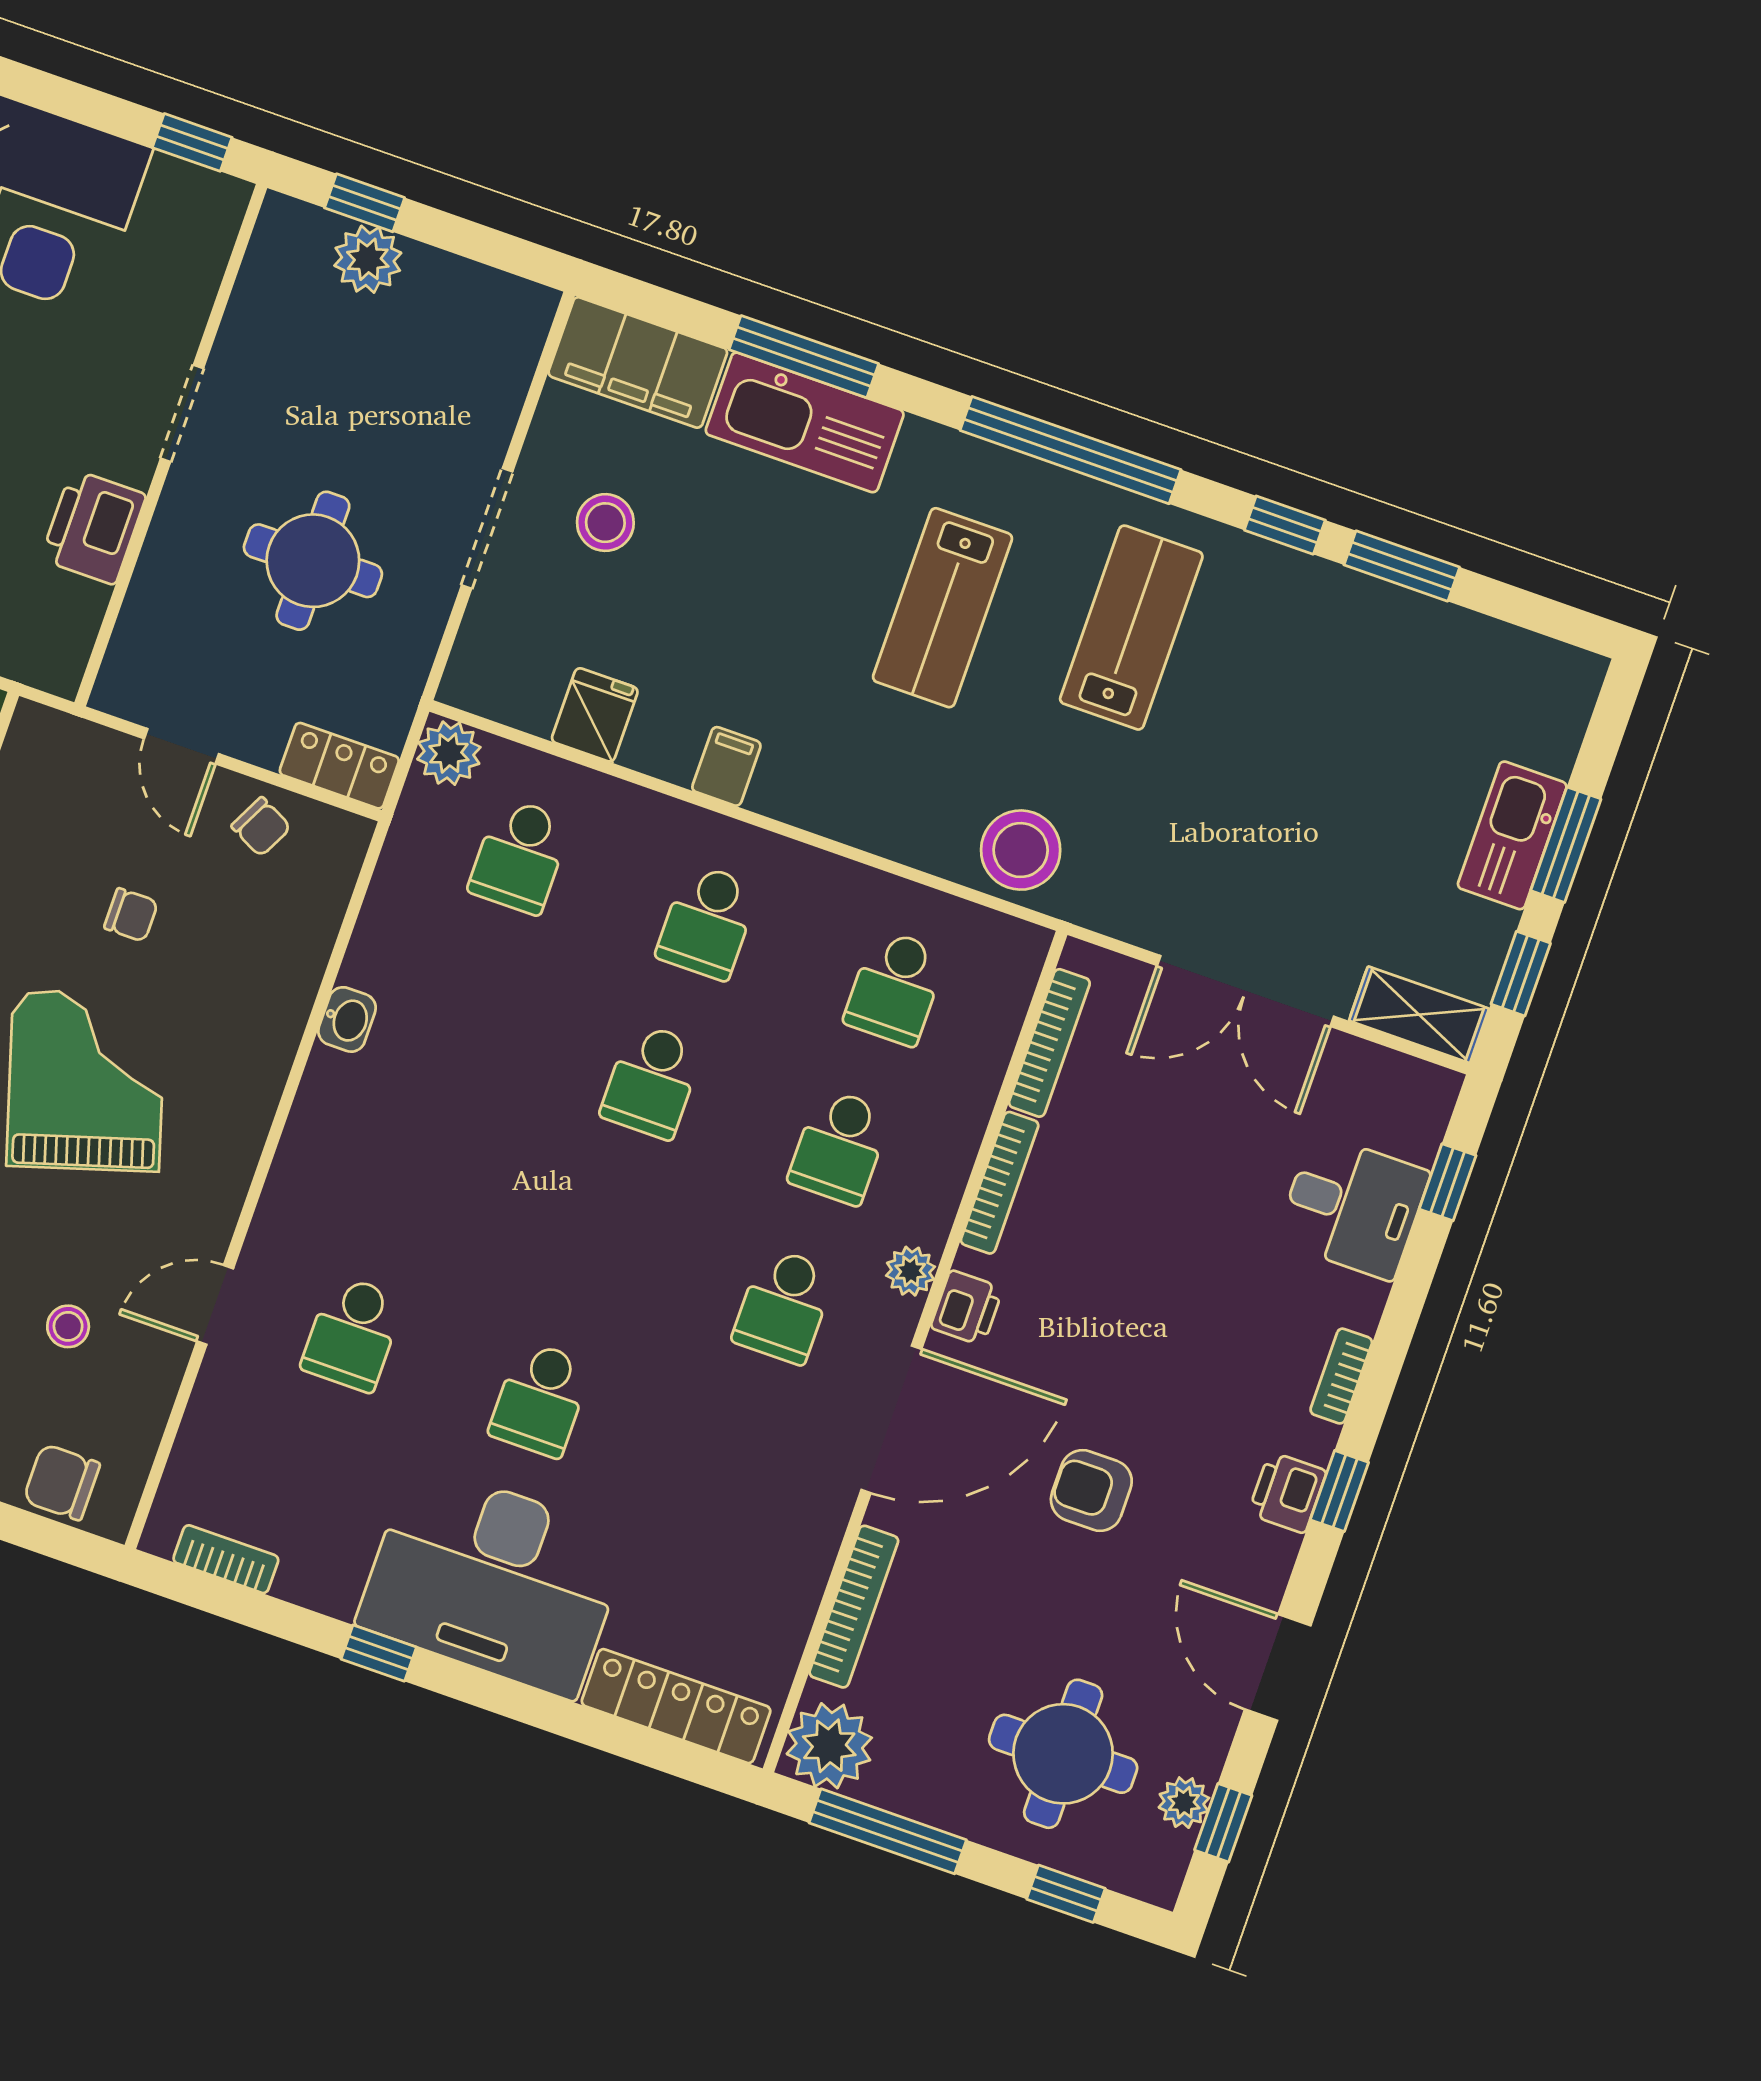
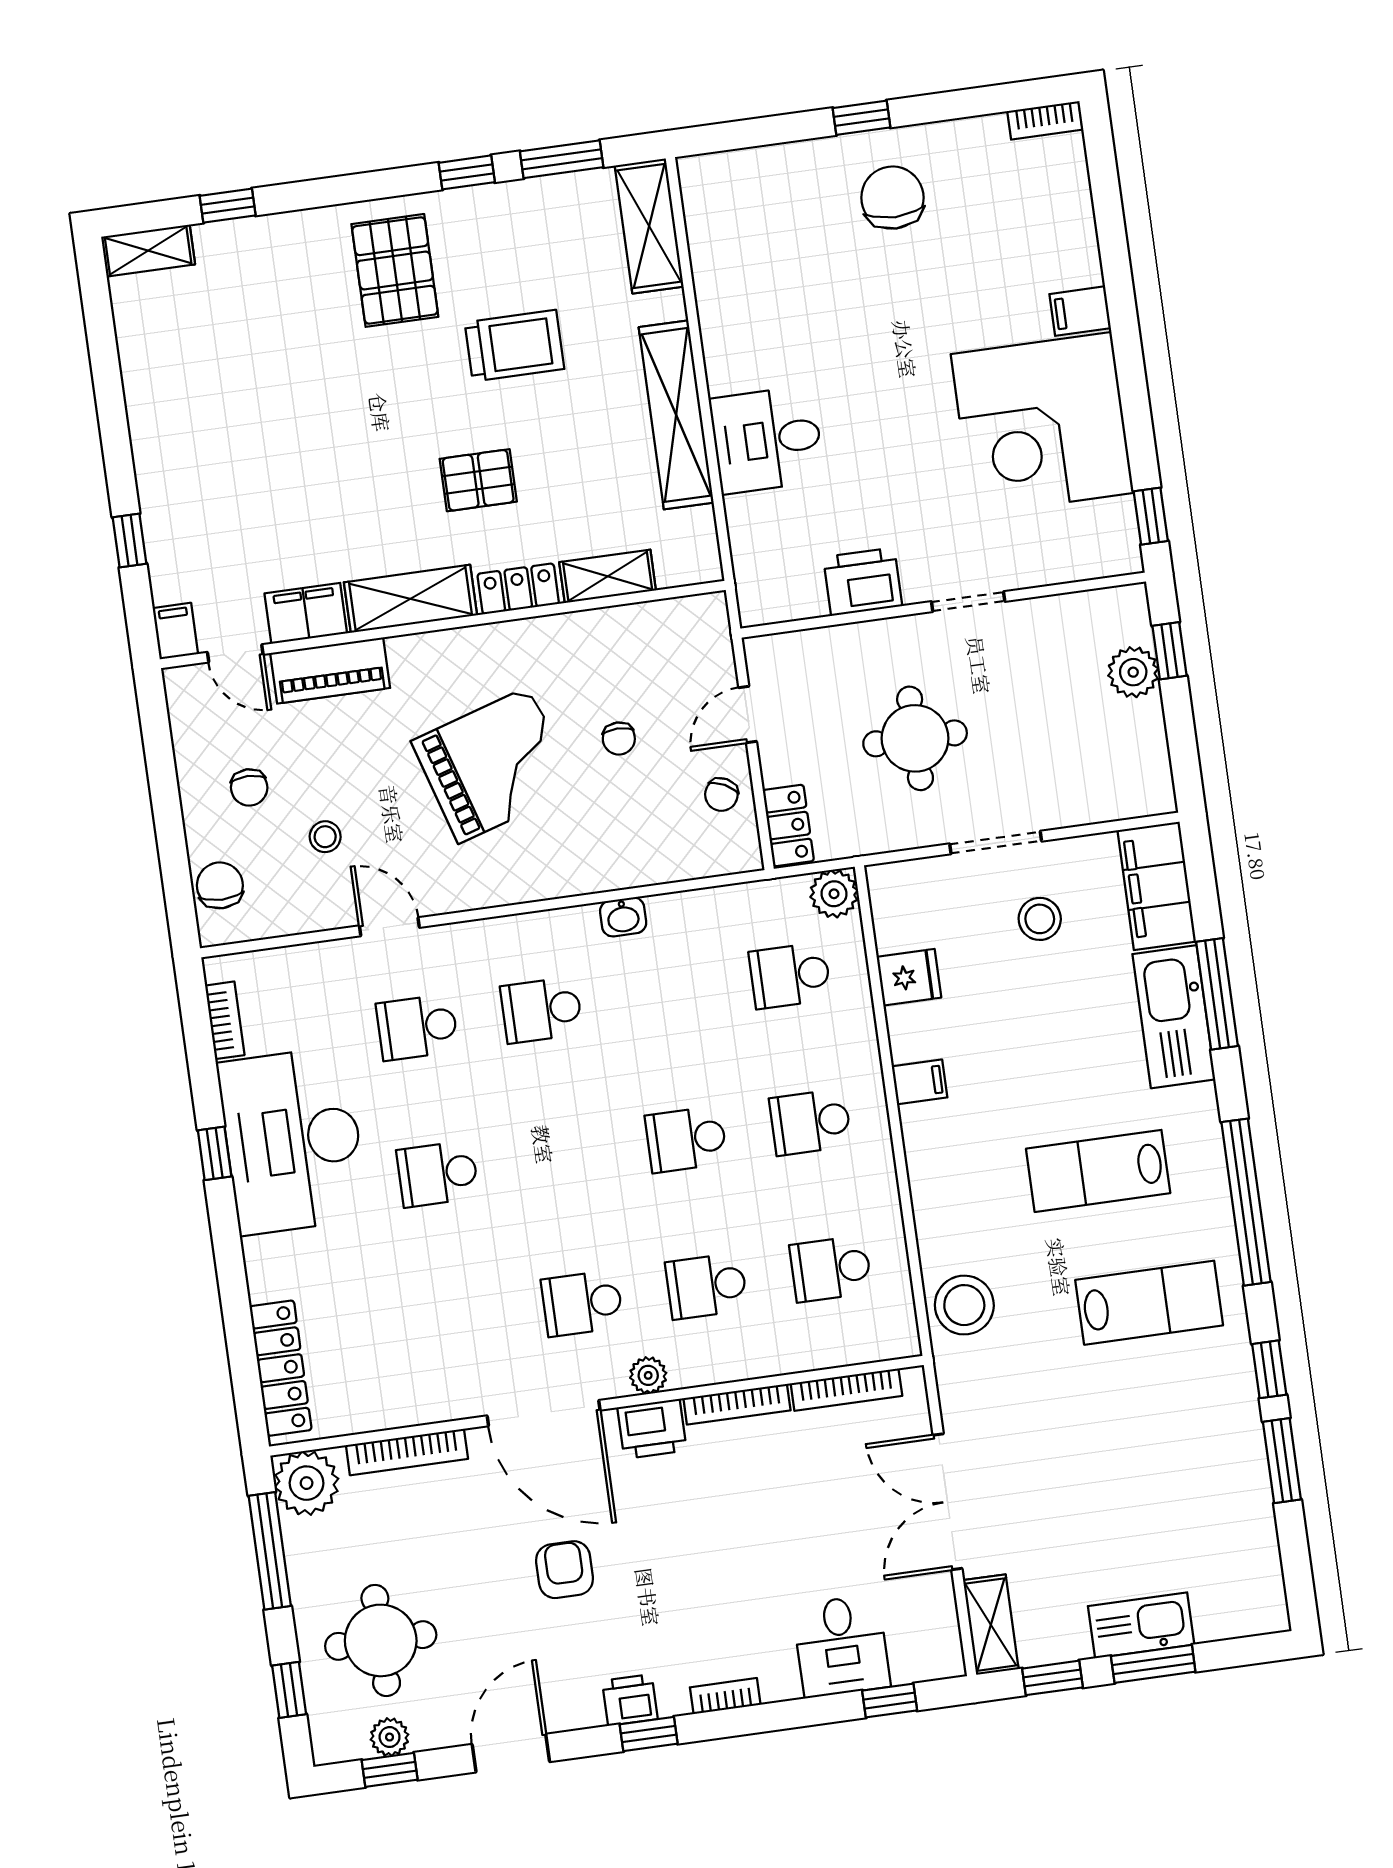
school desk: (408, 1174) -> (542, 1010), added
printer: (967, 1308) -> (652, 1429), width x1.36, depth x1.24
desk: (493, 1580) -> (293, 1141), moved

